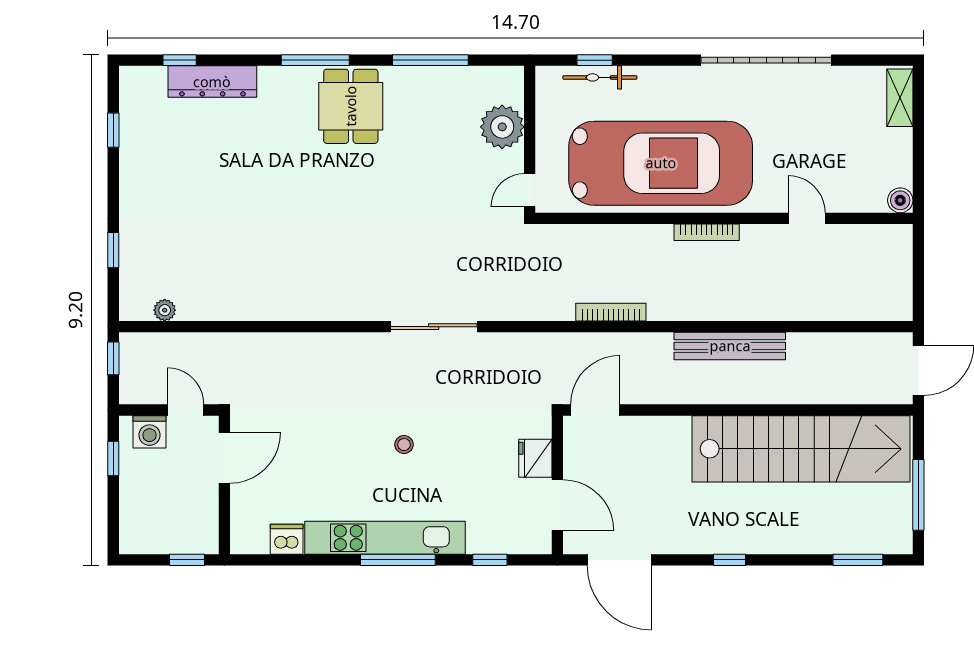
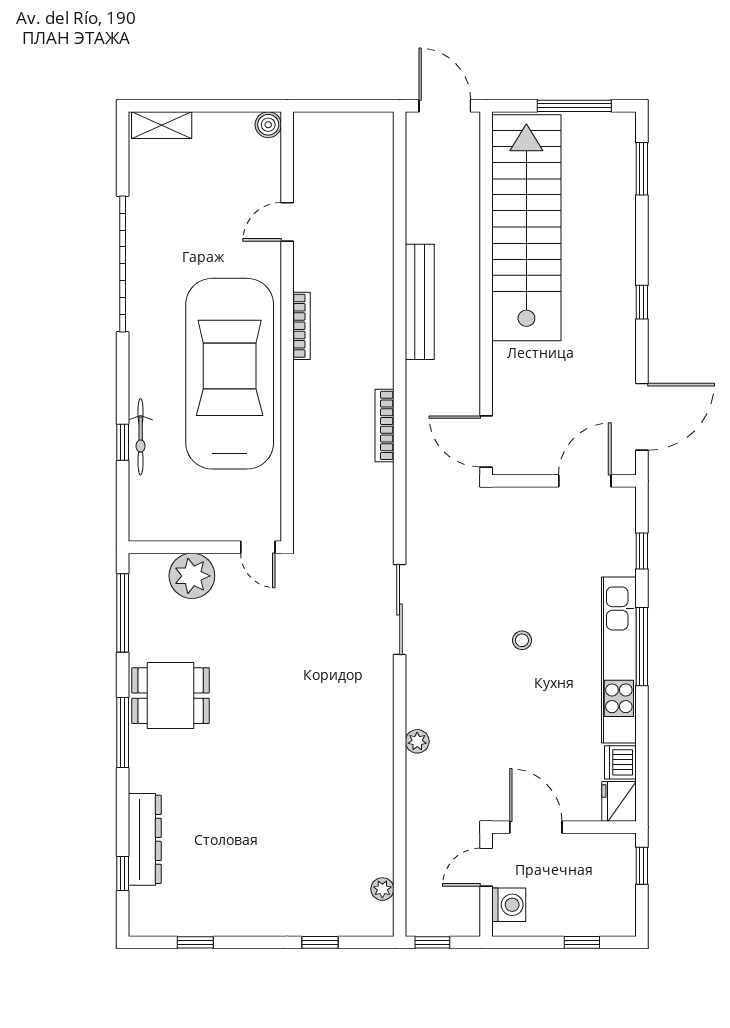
plant: (502, 127) -> (192, 576), moved
wall: (530, 139) -> (205, 547), moved
door: (530, 190) -> (258, 547), moved
plant: (307, 344) -> (417, 741), added
fridge: (535, 458) -> (619, 801), moved, turned 90
window: (113, 459) -> (582, 942), moved

